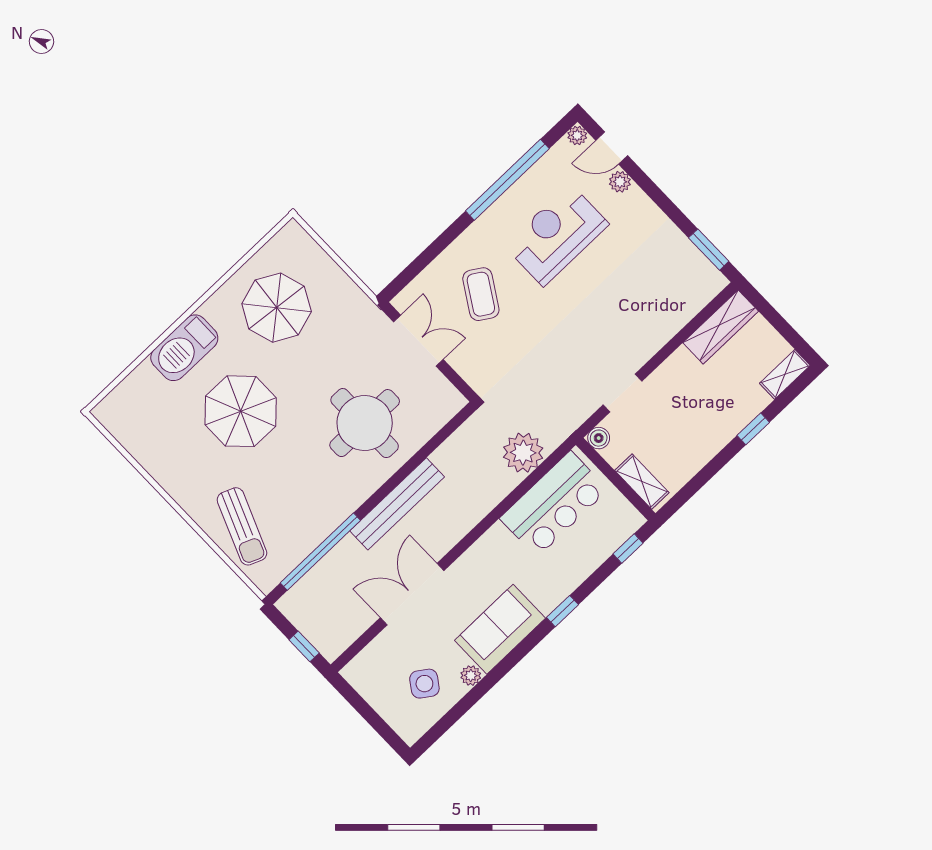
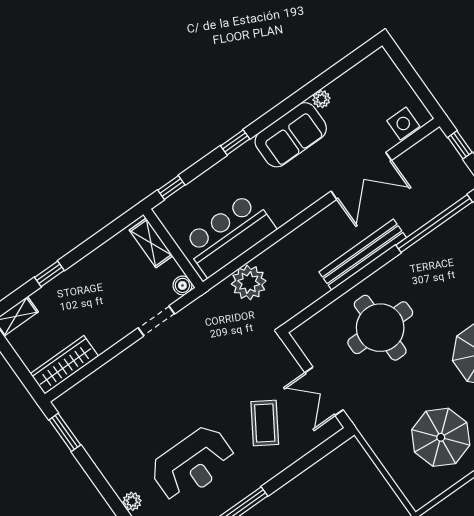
side table: (424, 684) -> (403, 123), moved, turned -35

